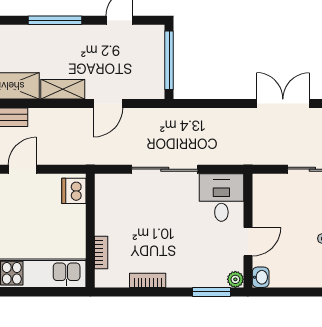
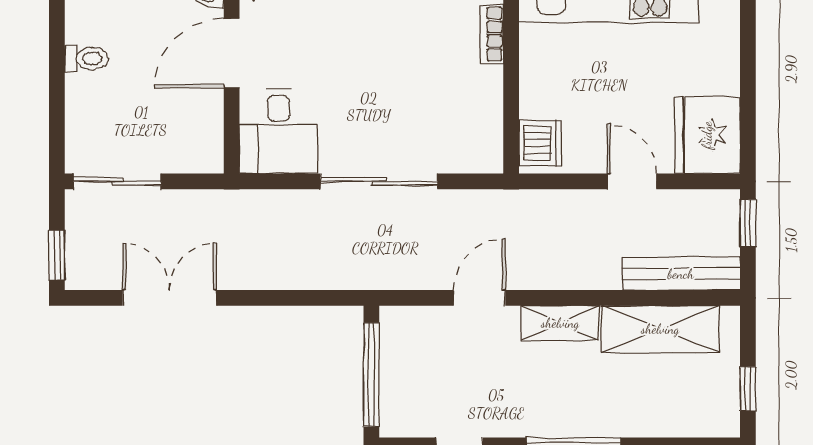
double door: (283, 104) -> (169, 298), swing flipped
door: (22, 169) -> (632, 181), swing flipped
door: (248, 242) -> (232, 53), width x1.38

